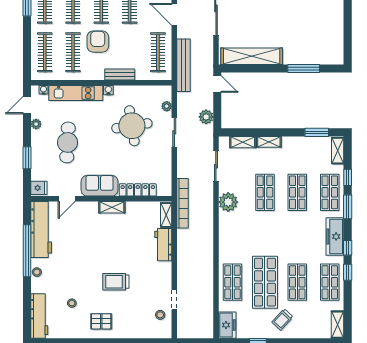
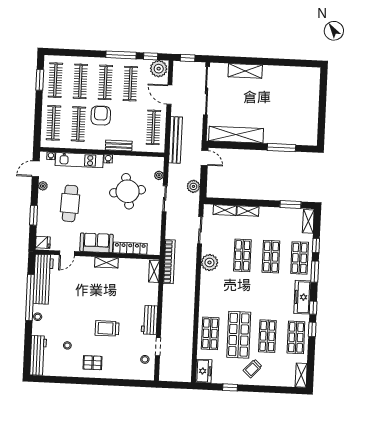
workbench: (163, 245) -> (149, 320), moved

